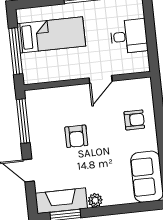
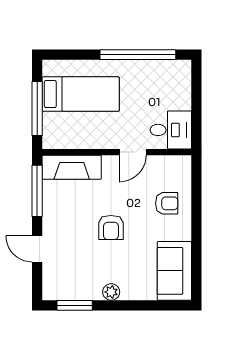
desk: (129, 36) -> (171, 130), moved
armchair: (76, 136) -> (111, 228), moved
fireplace: (61, 201) -> (72, 167), moved, turned 180

